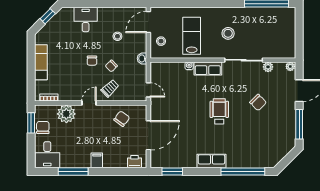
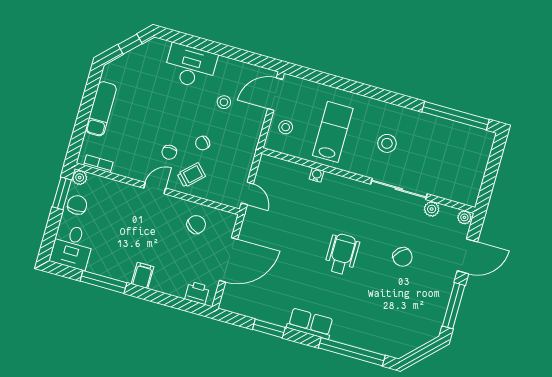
desk: (86, 19) -> (190, 66), width x1.37
washbasin: (142, 58) -> (251, 145), removed
chair: (92, 61) -> (169, 152), moved
row of seats: (208, 69) -> (343, 187), removed
plant: (66, 114) -> (80, 178), moved, width x0.53, depth x0.53
window: (172, 172) -> (269, 328), moved

